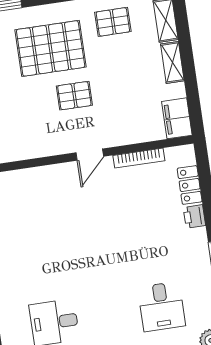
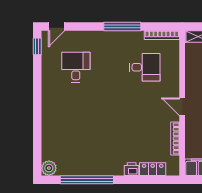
desk: (162, 306) -> (145, 67), moved, turned 180

